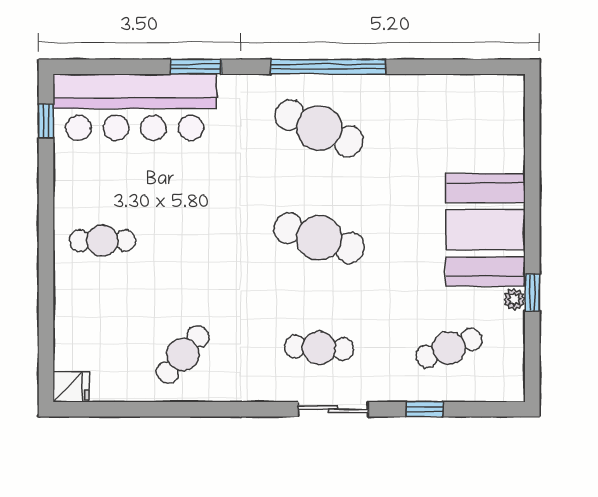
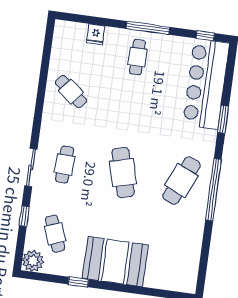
window: (46, 229) -> (148, 28), added
cafe table: (319, 238) -> (123, 173), turned -33
plant: (514, 299) -> (33, 261), moved, width x1.88, depth x1.88
fridge: (71, 387) -> (96, 34), moved

